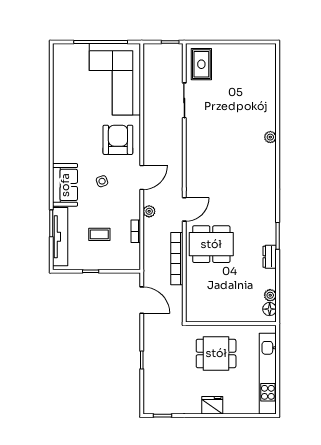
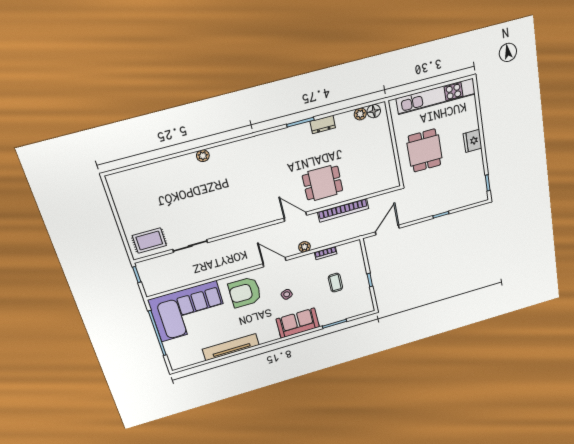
tv unit: (60, 237) -> (231, 347), moved
dining table: (211, 244) -> (323, 183), width x0.73

